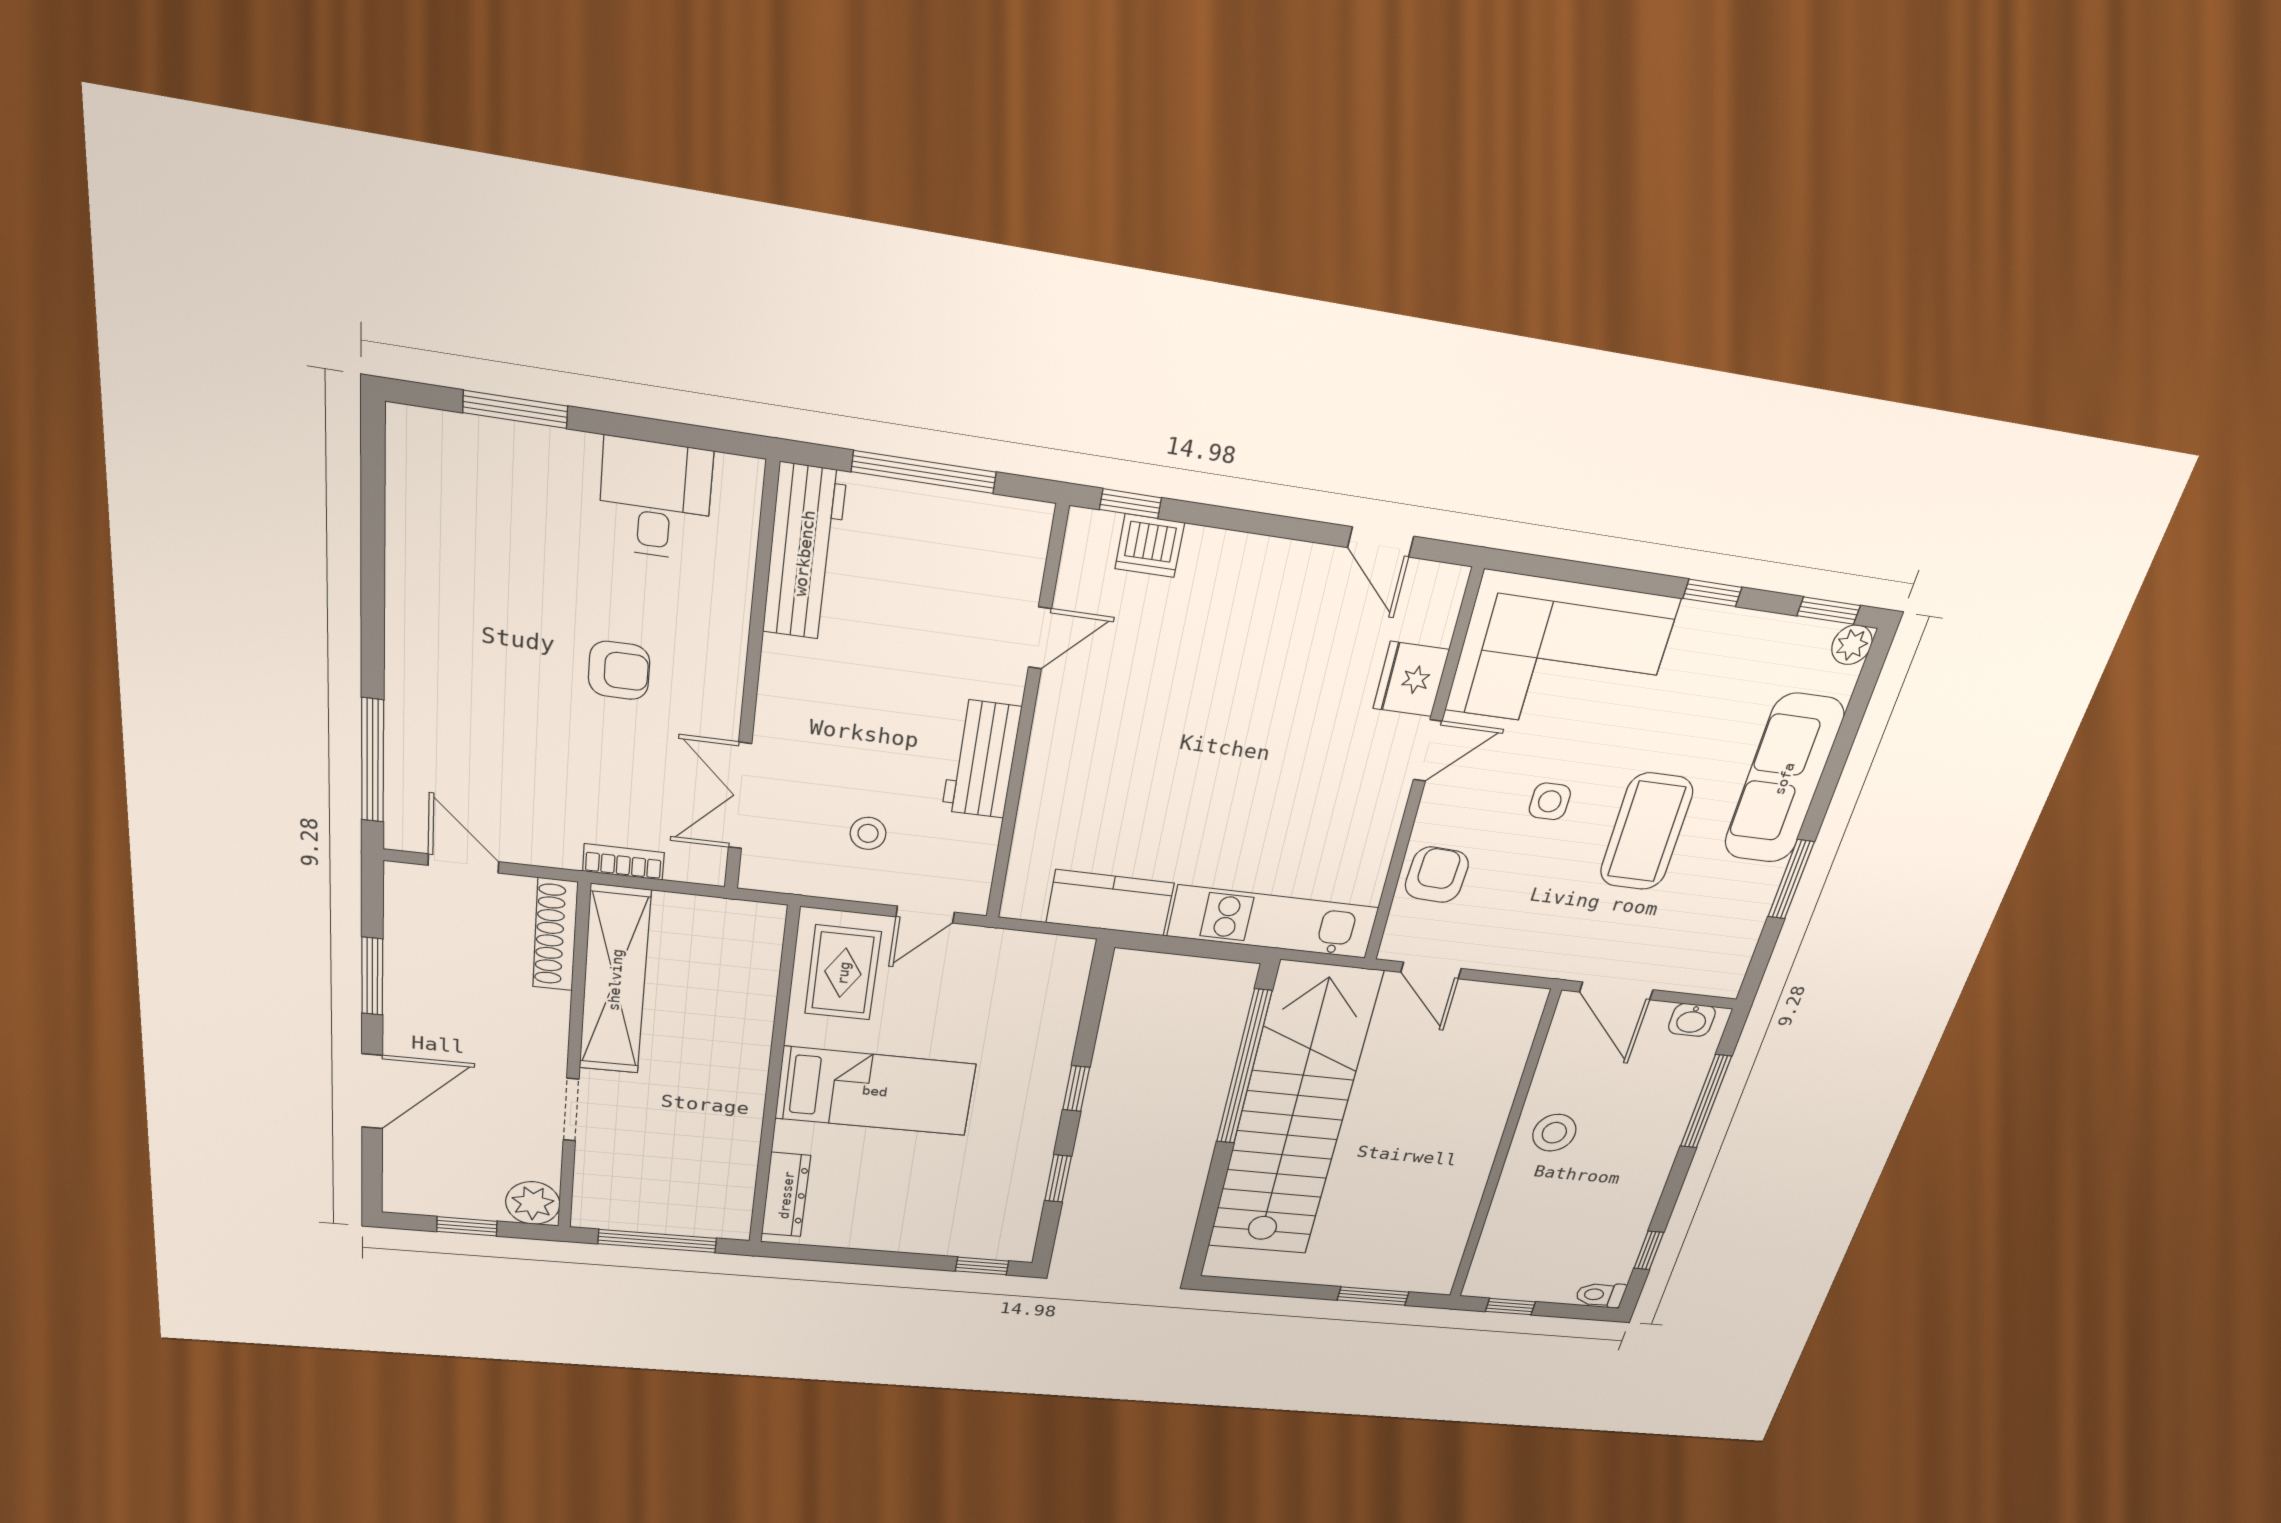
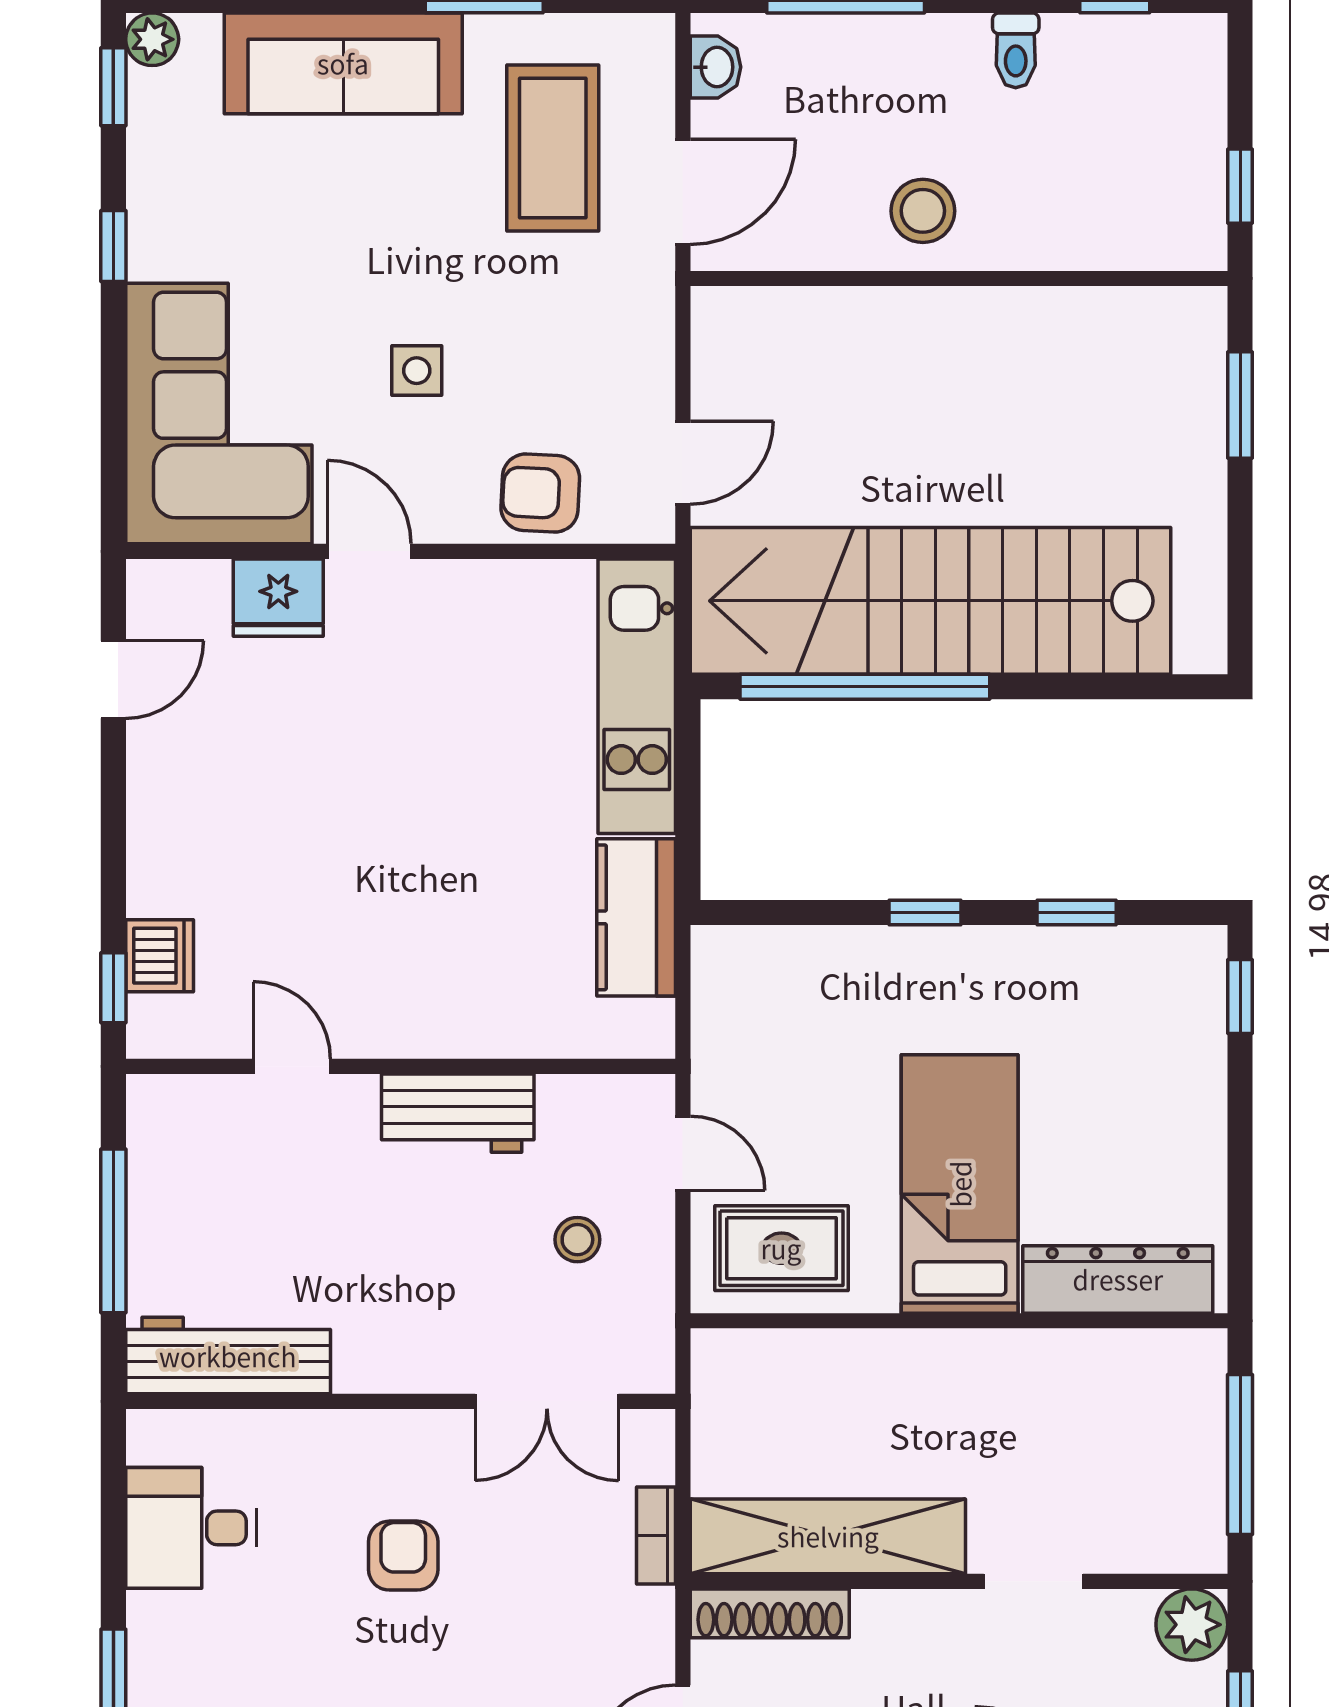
coffee table: (1646, 832) -> (553, 148), moved, turned 90
dresser: (786, 1195) -> (1118, 1279), width x1.37, depth x1.24
toilet: (1600, 1295) -> (1016, 50), moved

